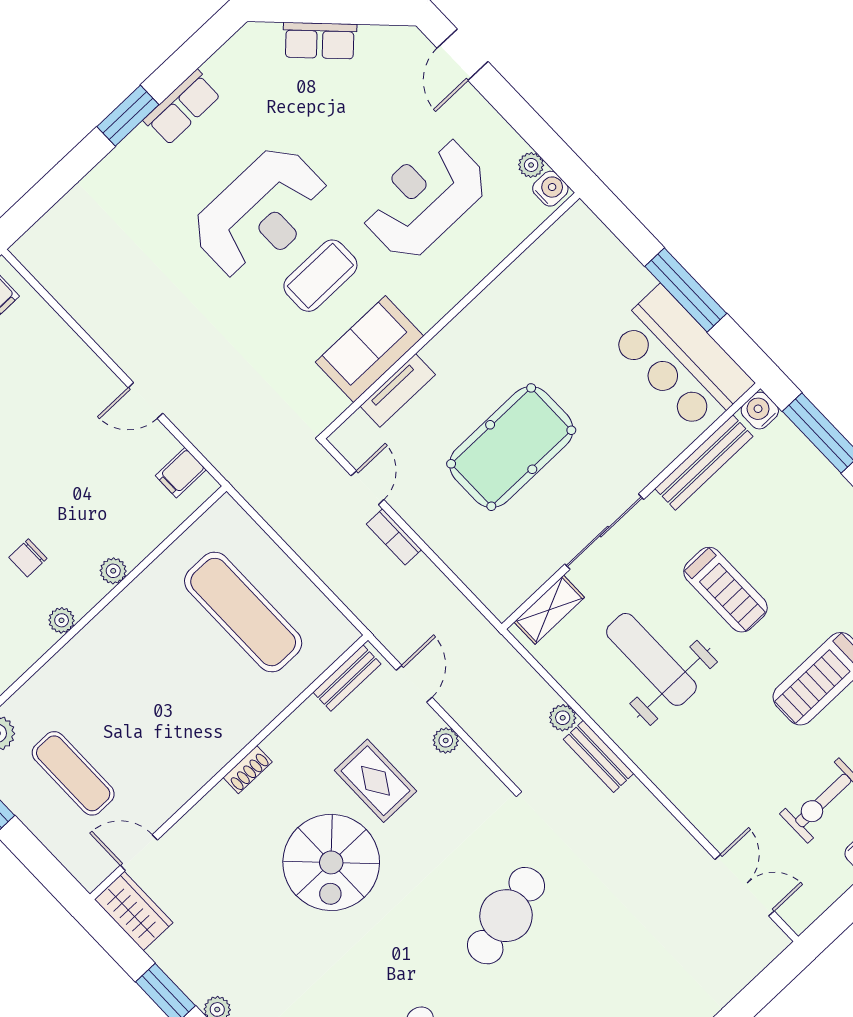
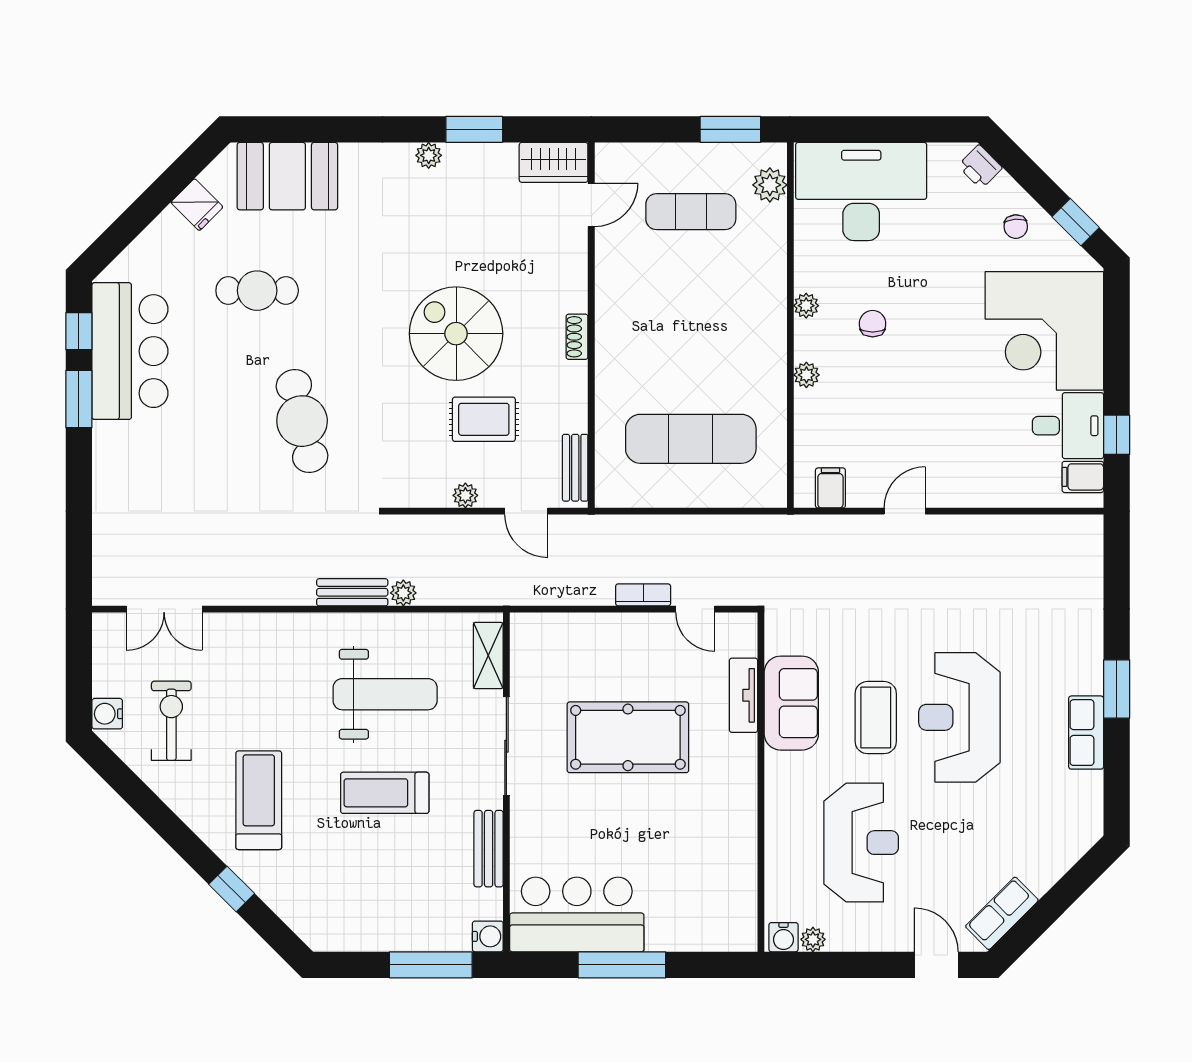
row of seats: (320, 41) -> (1002, 913), moved
pool table: (511, 447) -> (628, 737), turned 90
bench: (704, 462) -> (489, 849), width x0.73

